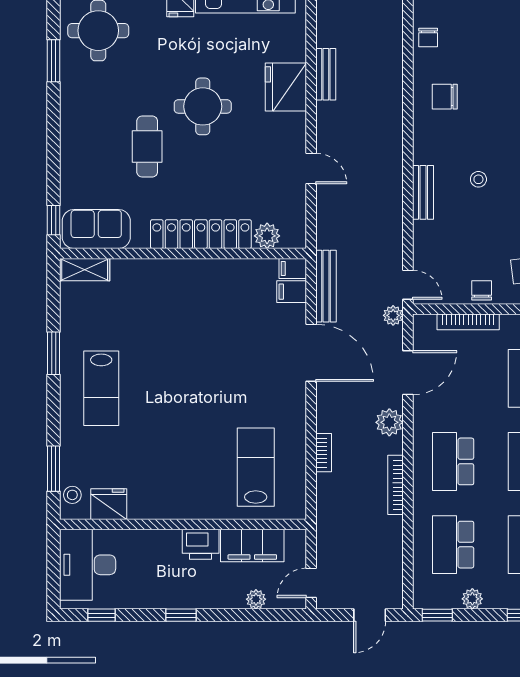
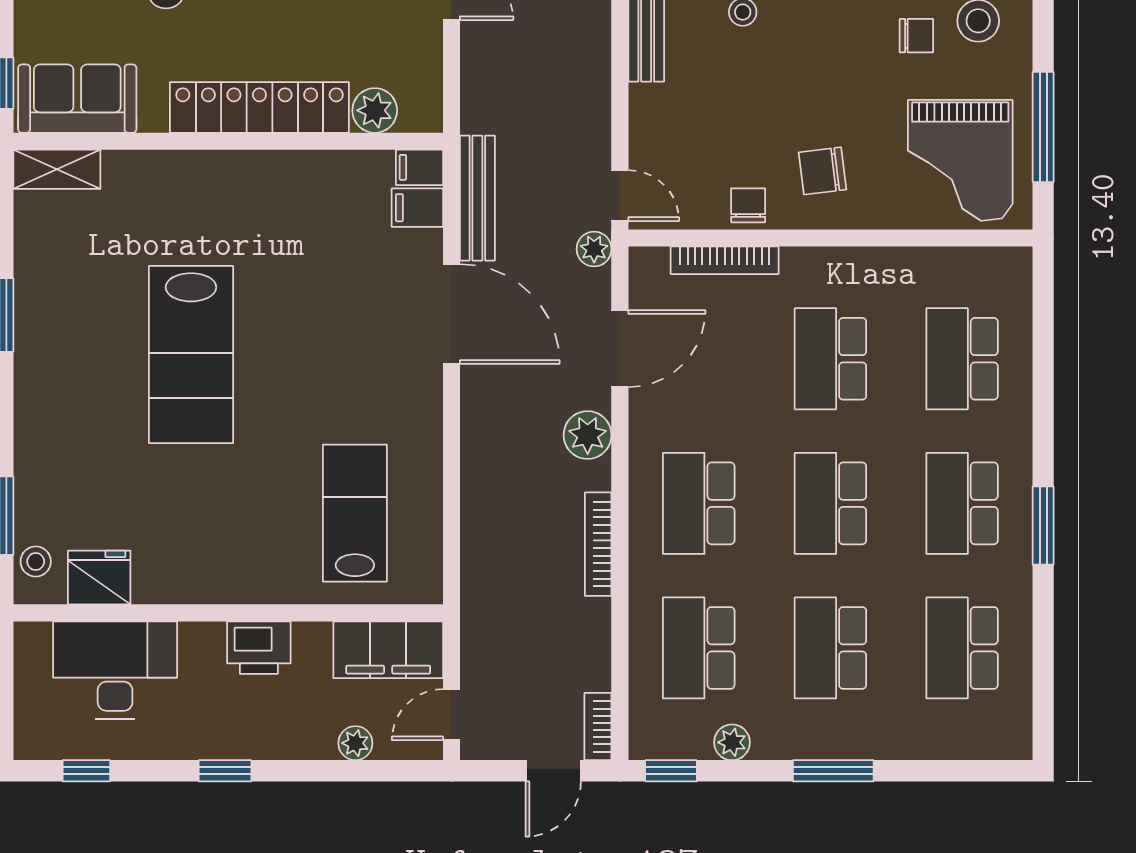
lab bench: (101, 388) -> (191, 355), moved, width x1.36, depth x1.39
bookcase: (324, 453) -> (598, 727), moved, turned 180
filing cabinet: (252, 546) -> (388, 650), moved
desk: (88, 565) -> (115, 670), moved, turned 90

